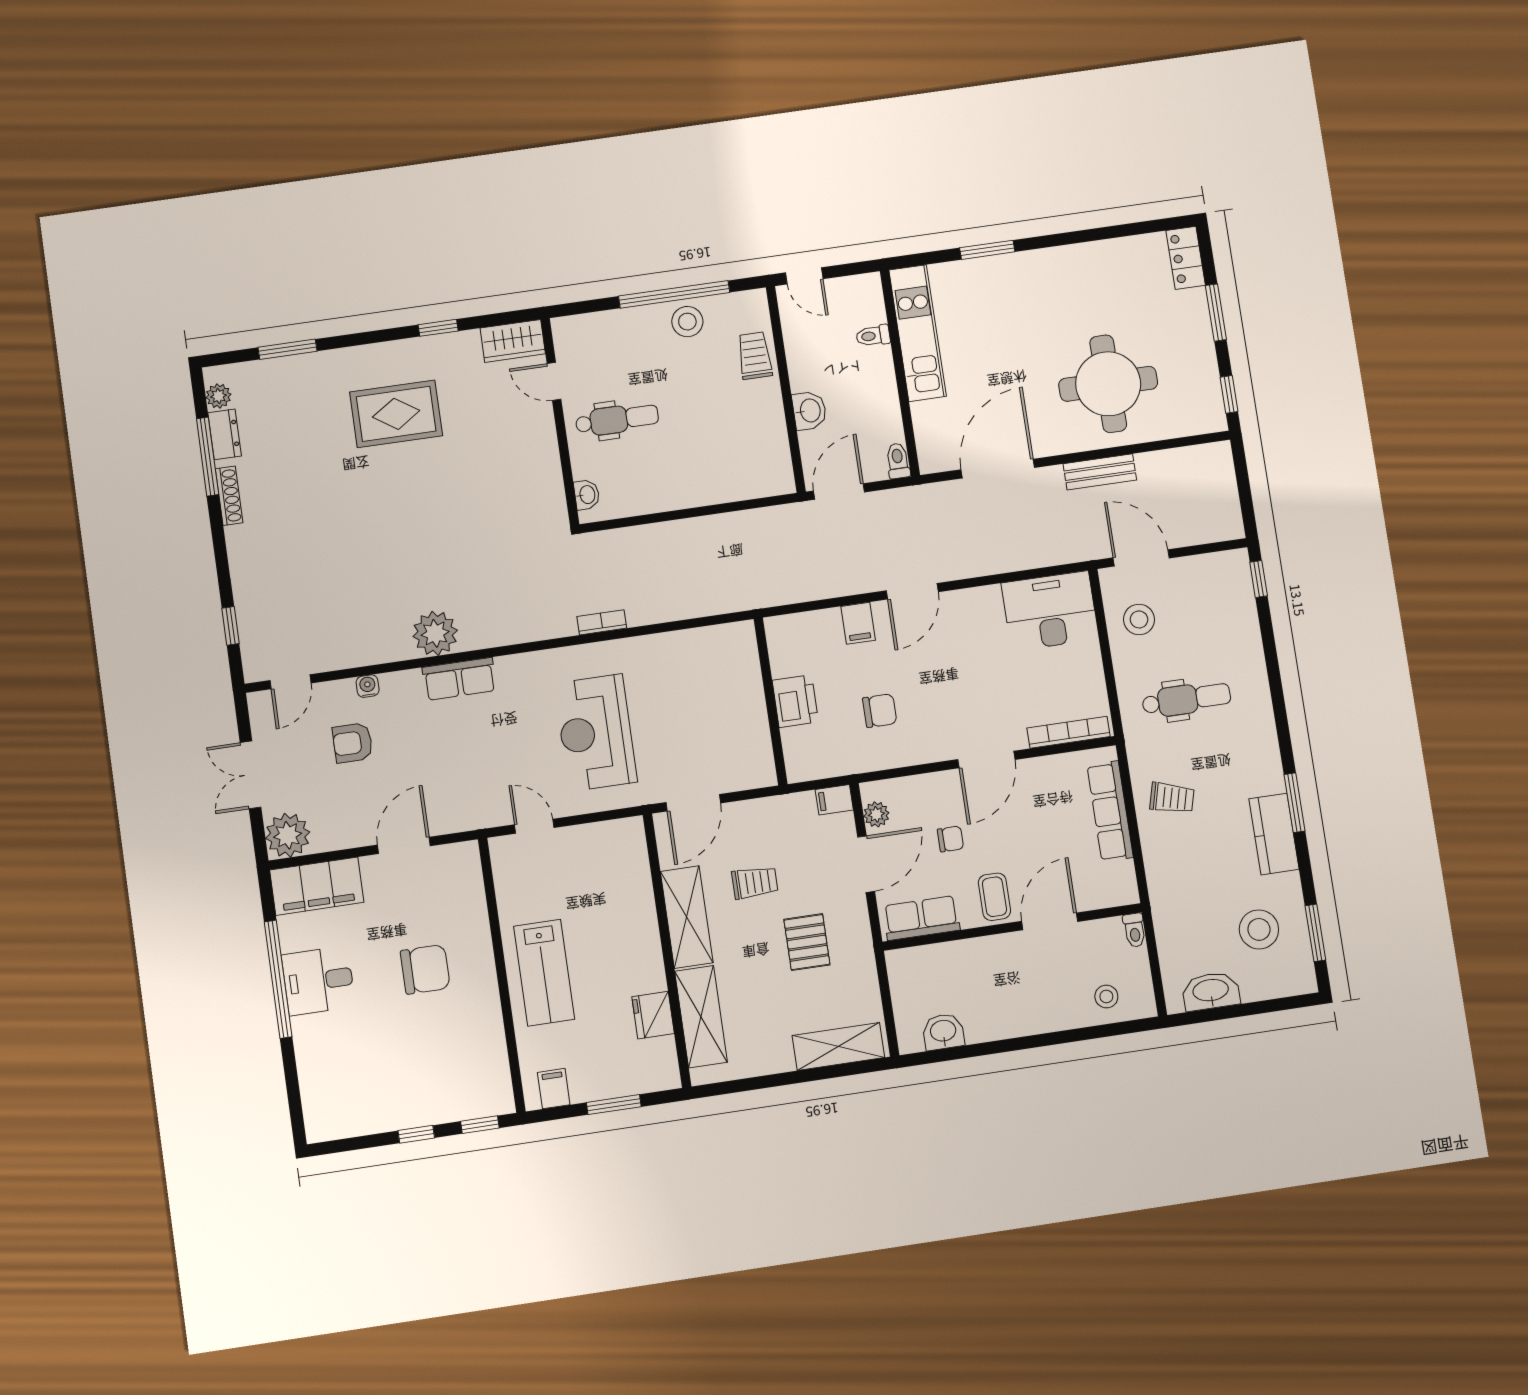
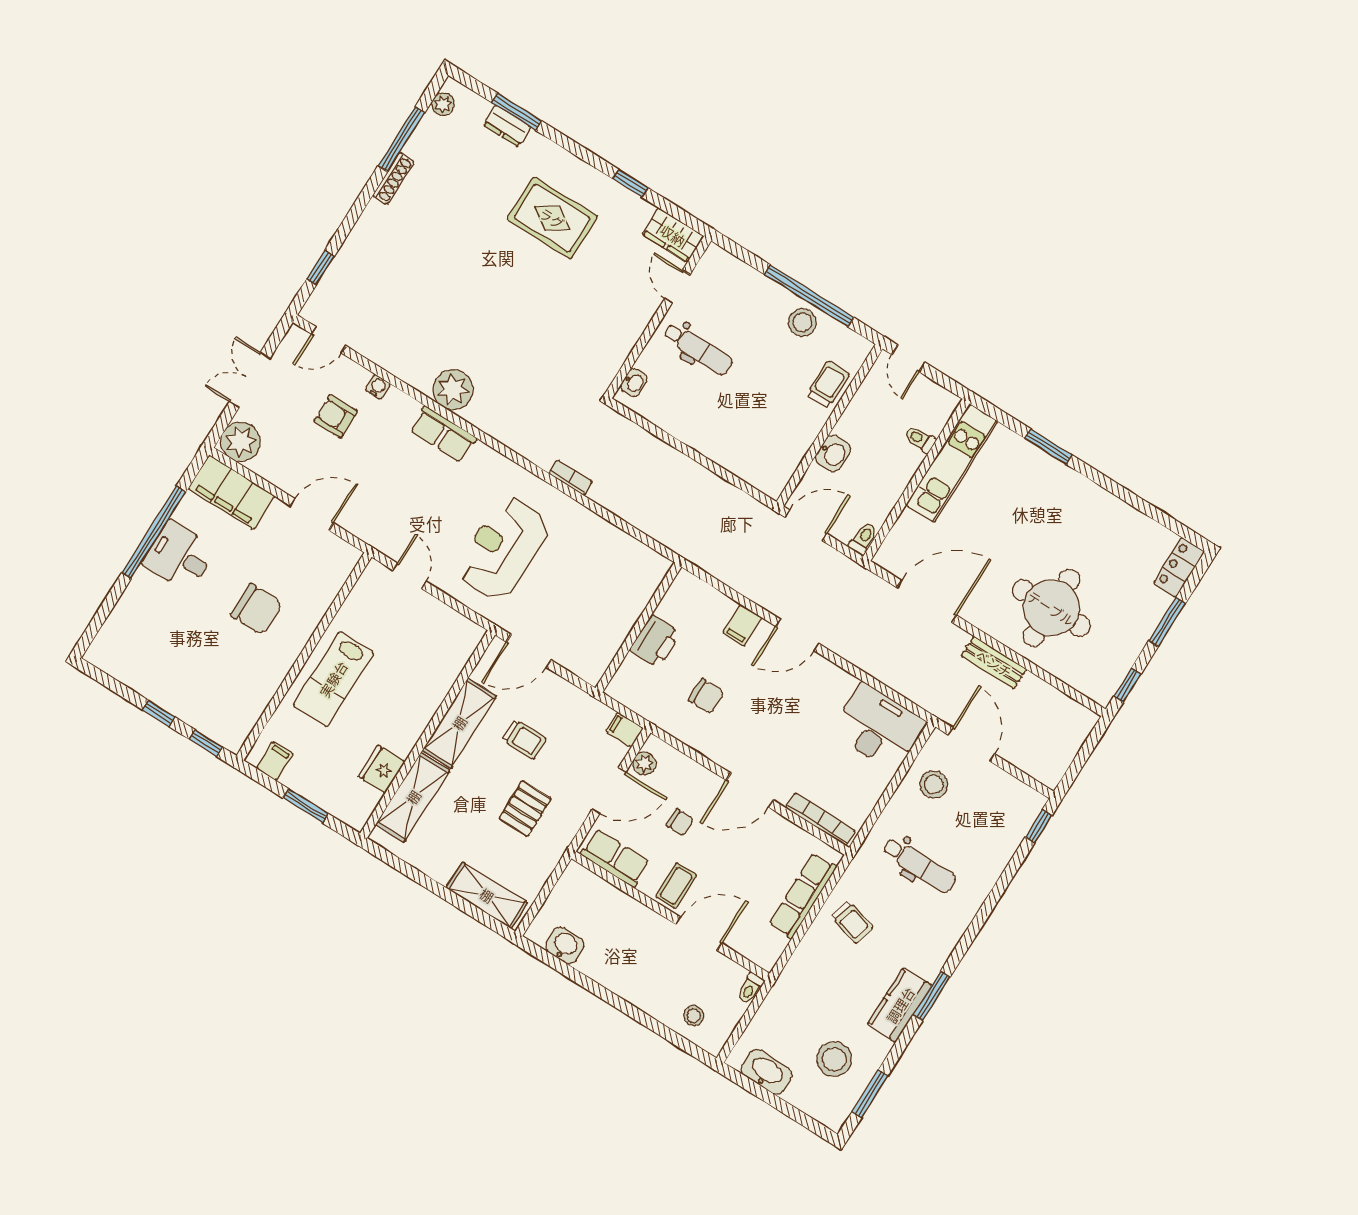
dresser: (225, 434) -> (507, 126), moved, turned 90

